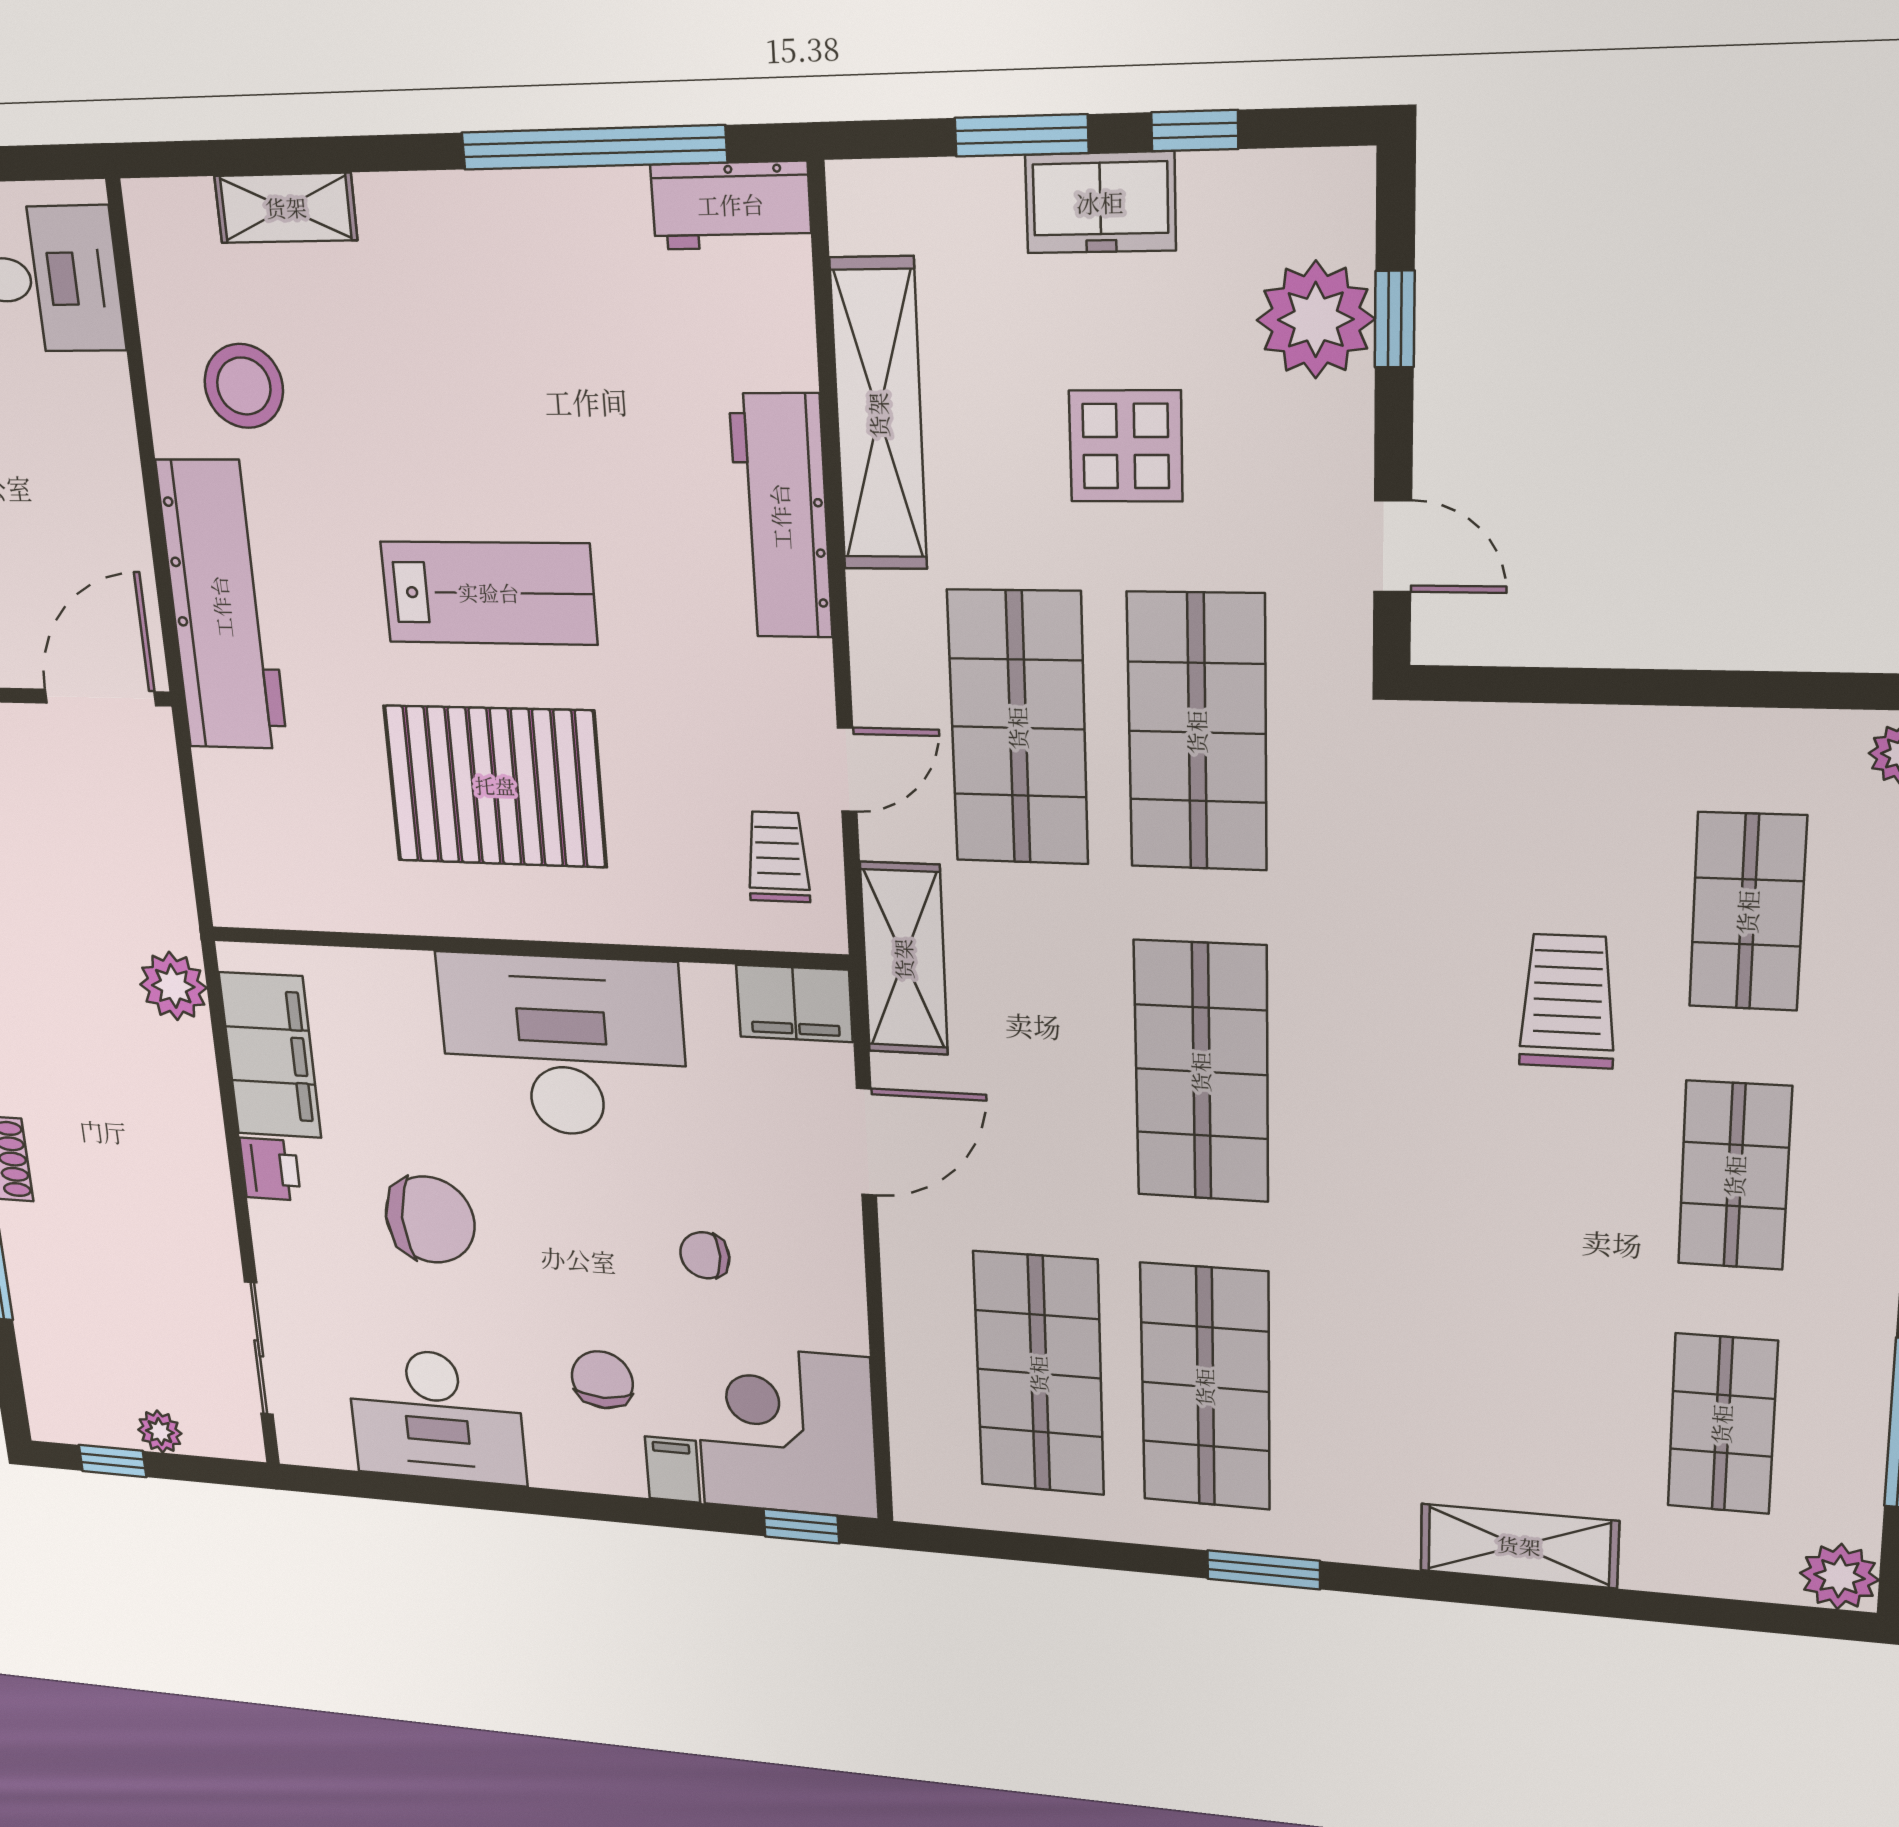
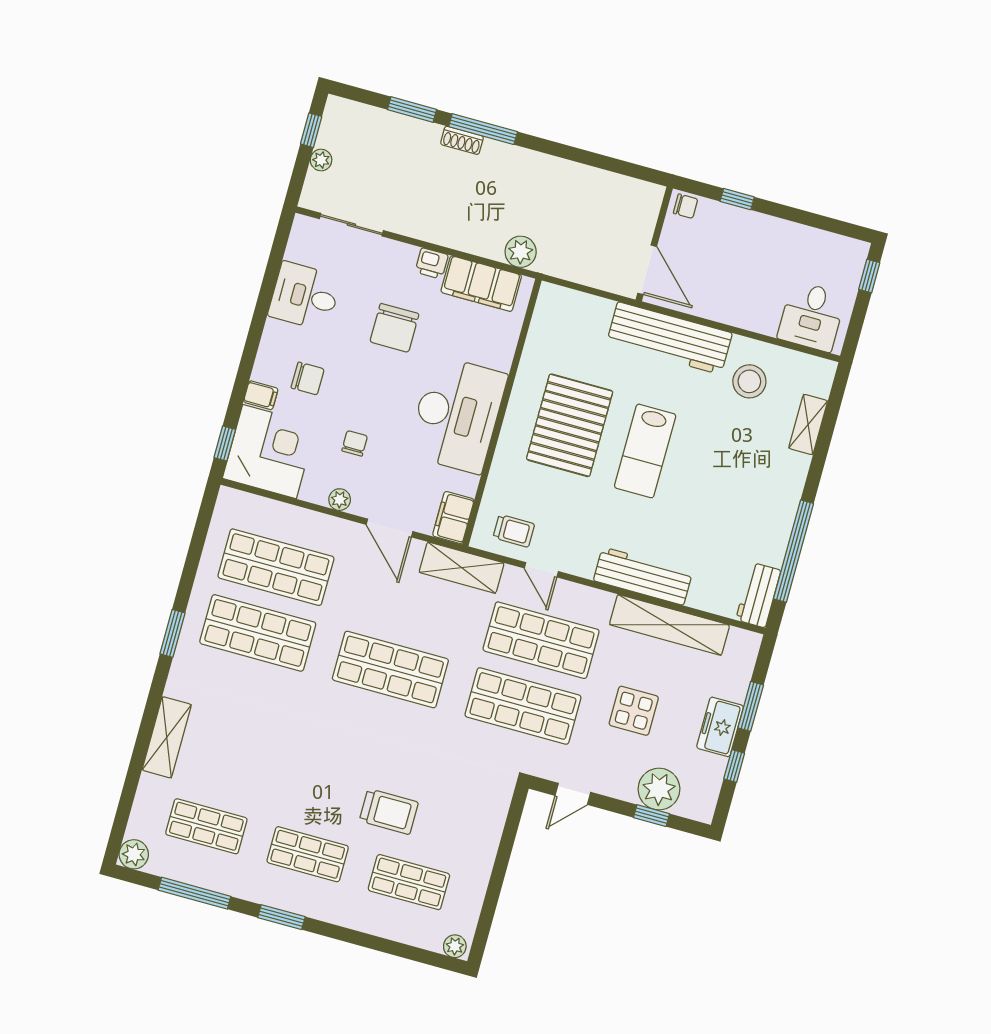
plant: (840, 1264) -> (340, 500), added
desk: (436, 1416) -> (305, 296), width x0.73

